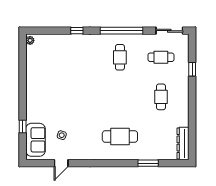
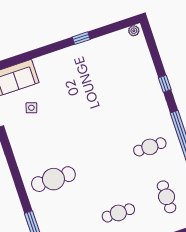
window: (23, 126) -> (81, 38), moved
cafe table: (120, 136) -> (53, 179), turned 90

